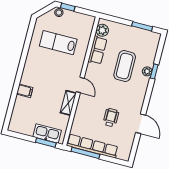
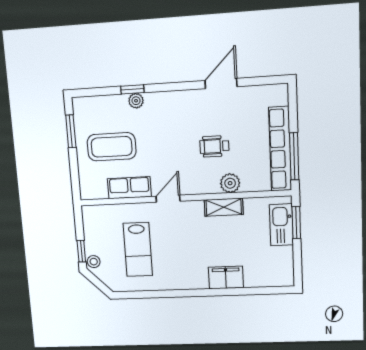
plant: (102, 30) -> (230, 183), moved
coffee table: (125, 66) -> (112, 147), moved
door: (80, 85) -> (168, 199), moved
filing cabinet: (25, 91) -> (226, 278), width x2.00
wheelchair: (111, 118) -> (214, 146), moved

